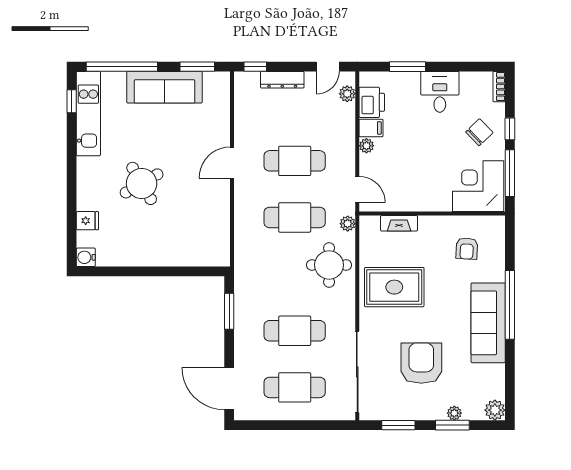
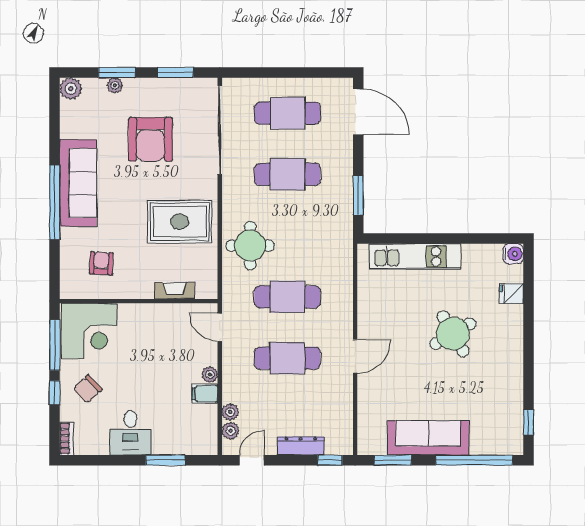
printer: (372, 102) -> (204, 421), removed
kitchen unit: (88, 114) -> (415, 257), moved, turned -90
plant: (348, 224) -> (230, 412), moved

